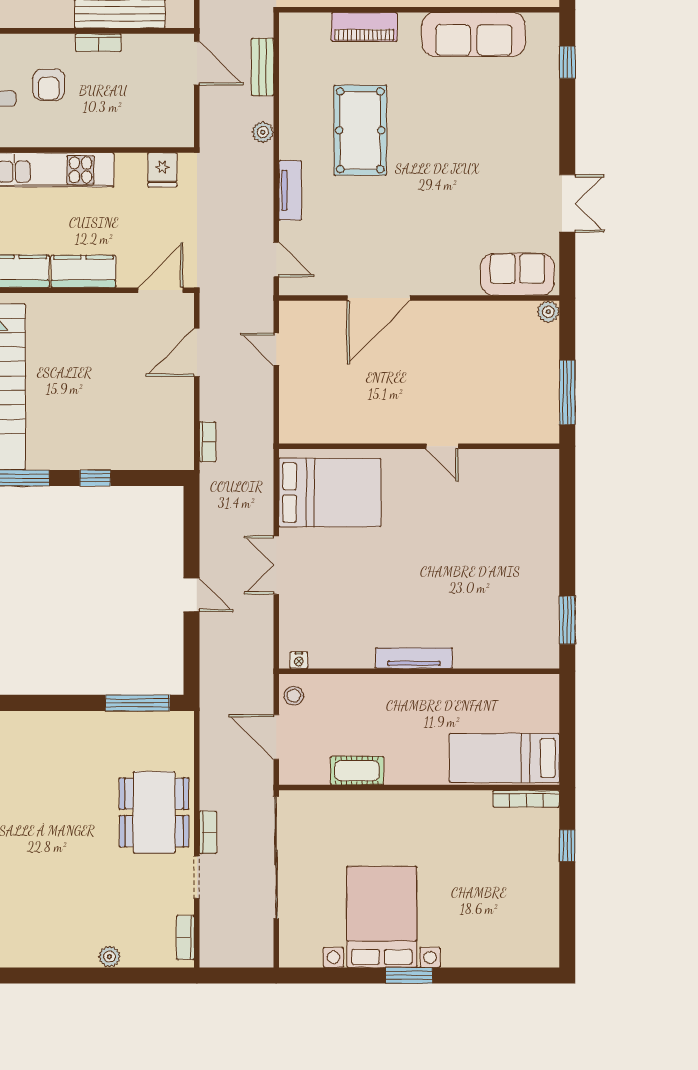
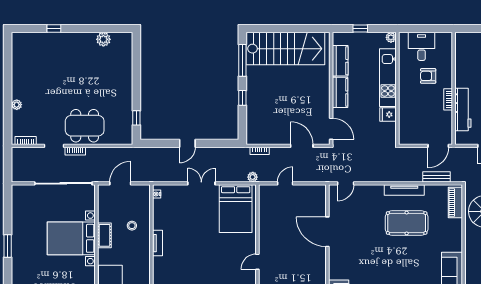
piano: (364, 27) -> (455, 202), moved
plant: (263, 132) -> (253, 177), moved
fridge: (162, 170) -> (388, 114), moved
tv unit: (290, 190) -> (404, 190), moved, width x1.41
door: (276, 349) -> (285, 183), moved
tv unit: (414, 658) -> (157, 243), width x0.71
stool: (294, 696) -> (132, 226), moved
window: (137, 703) -> (136, 118), width x0.46
cot: (357, 771) -> (104, 235), moved
bed with nightstands: (382, 917) -> (71, 238), moved, turned 180

